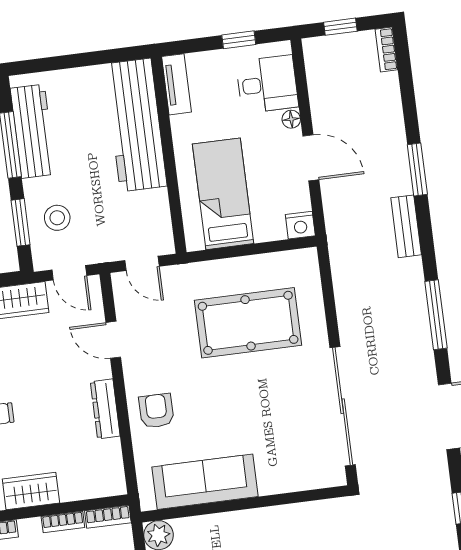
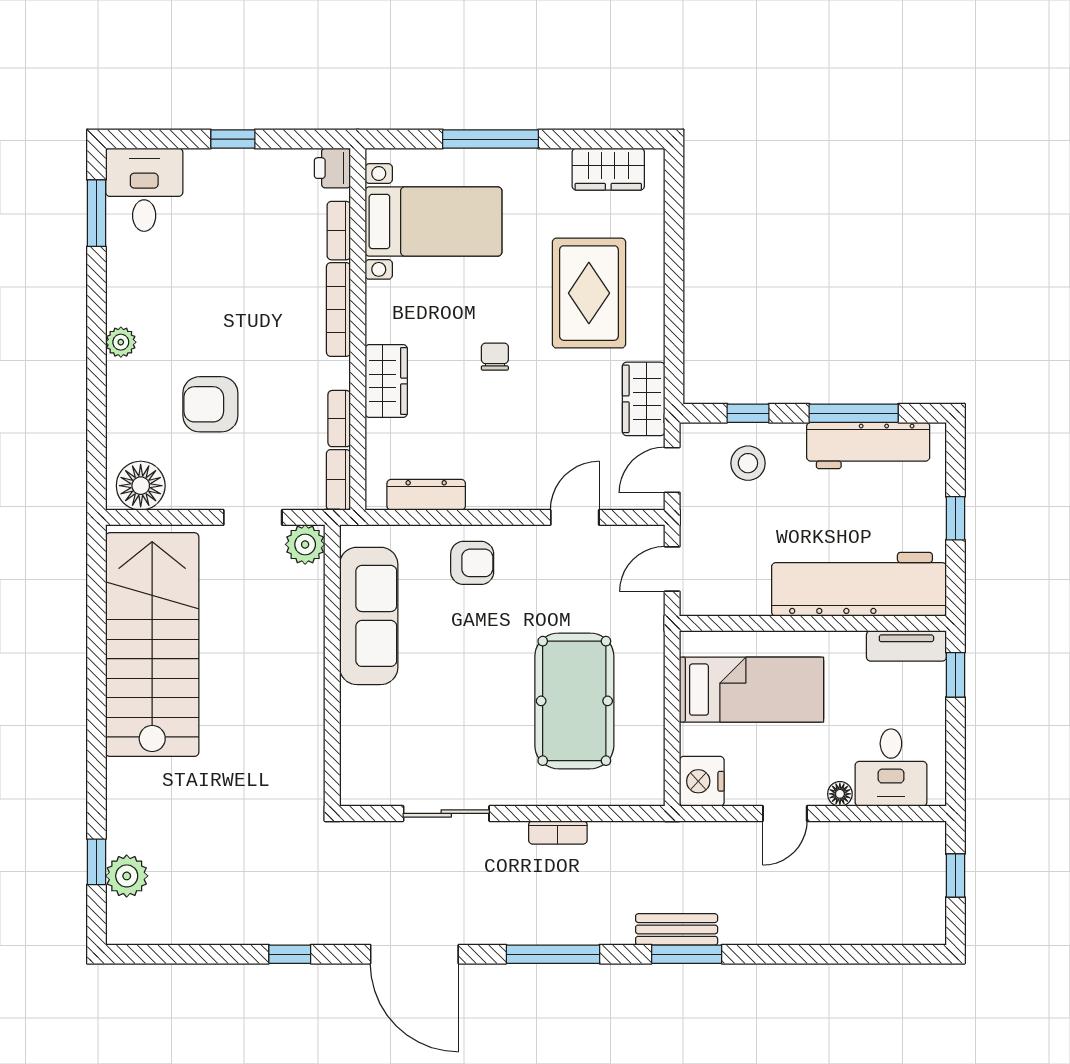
window: (239, 40) -> (955, 675), moved
bookcase: (386, 49) -> (558, 832), moved, turned 180
window: (78, 60) -> (955, 518), added
door: (311, 158) -> (785, 813), width x0.73
window: (417, 170) -> (687, 954), moved
window: (21, 222) -> (748, 413), width x0.67
nightstand: (300, 225) -> (702, 781), width x1.36, depth x1.33
sliding door: (343, 406) -> (446, 813), width x0.54
dresser: (105, 409) -> (426, 495), moved

